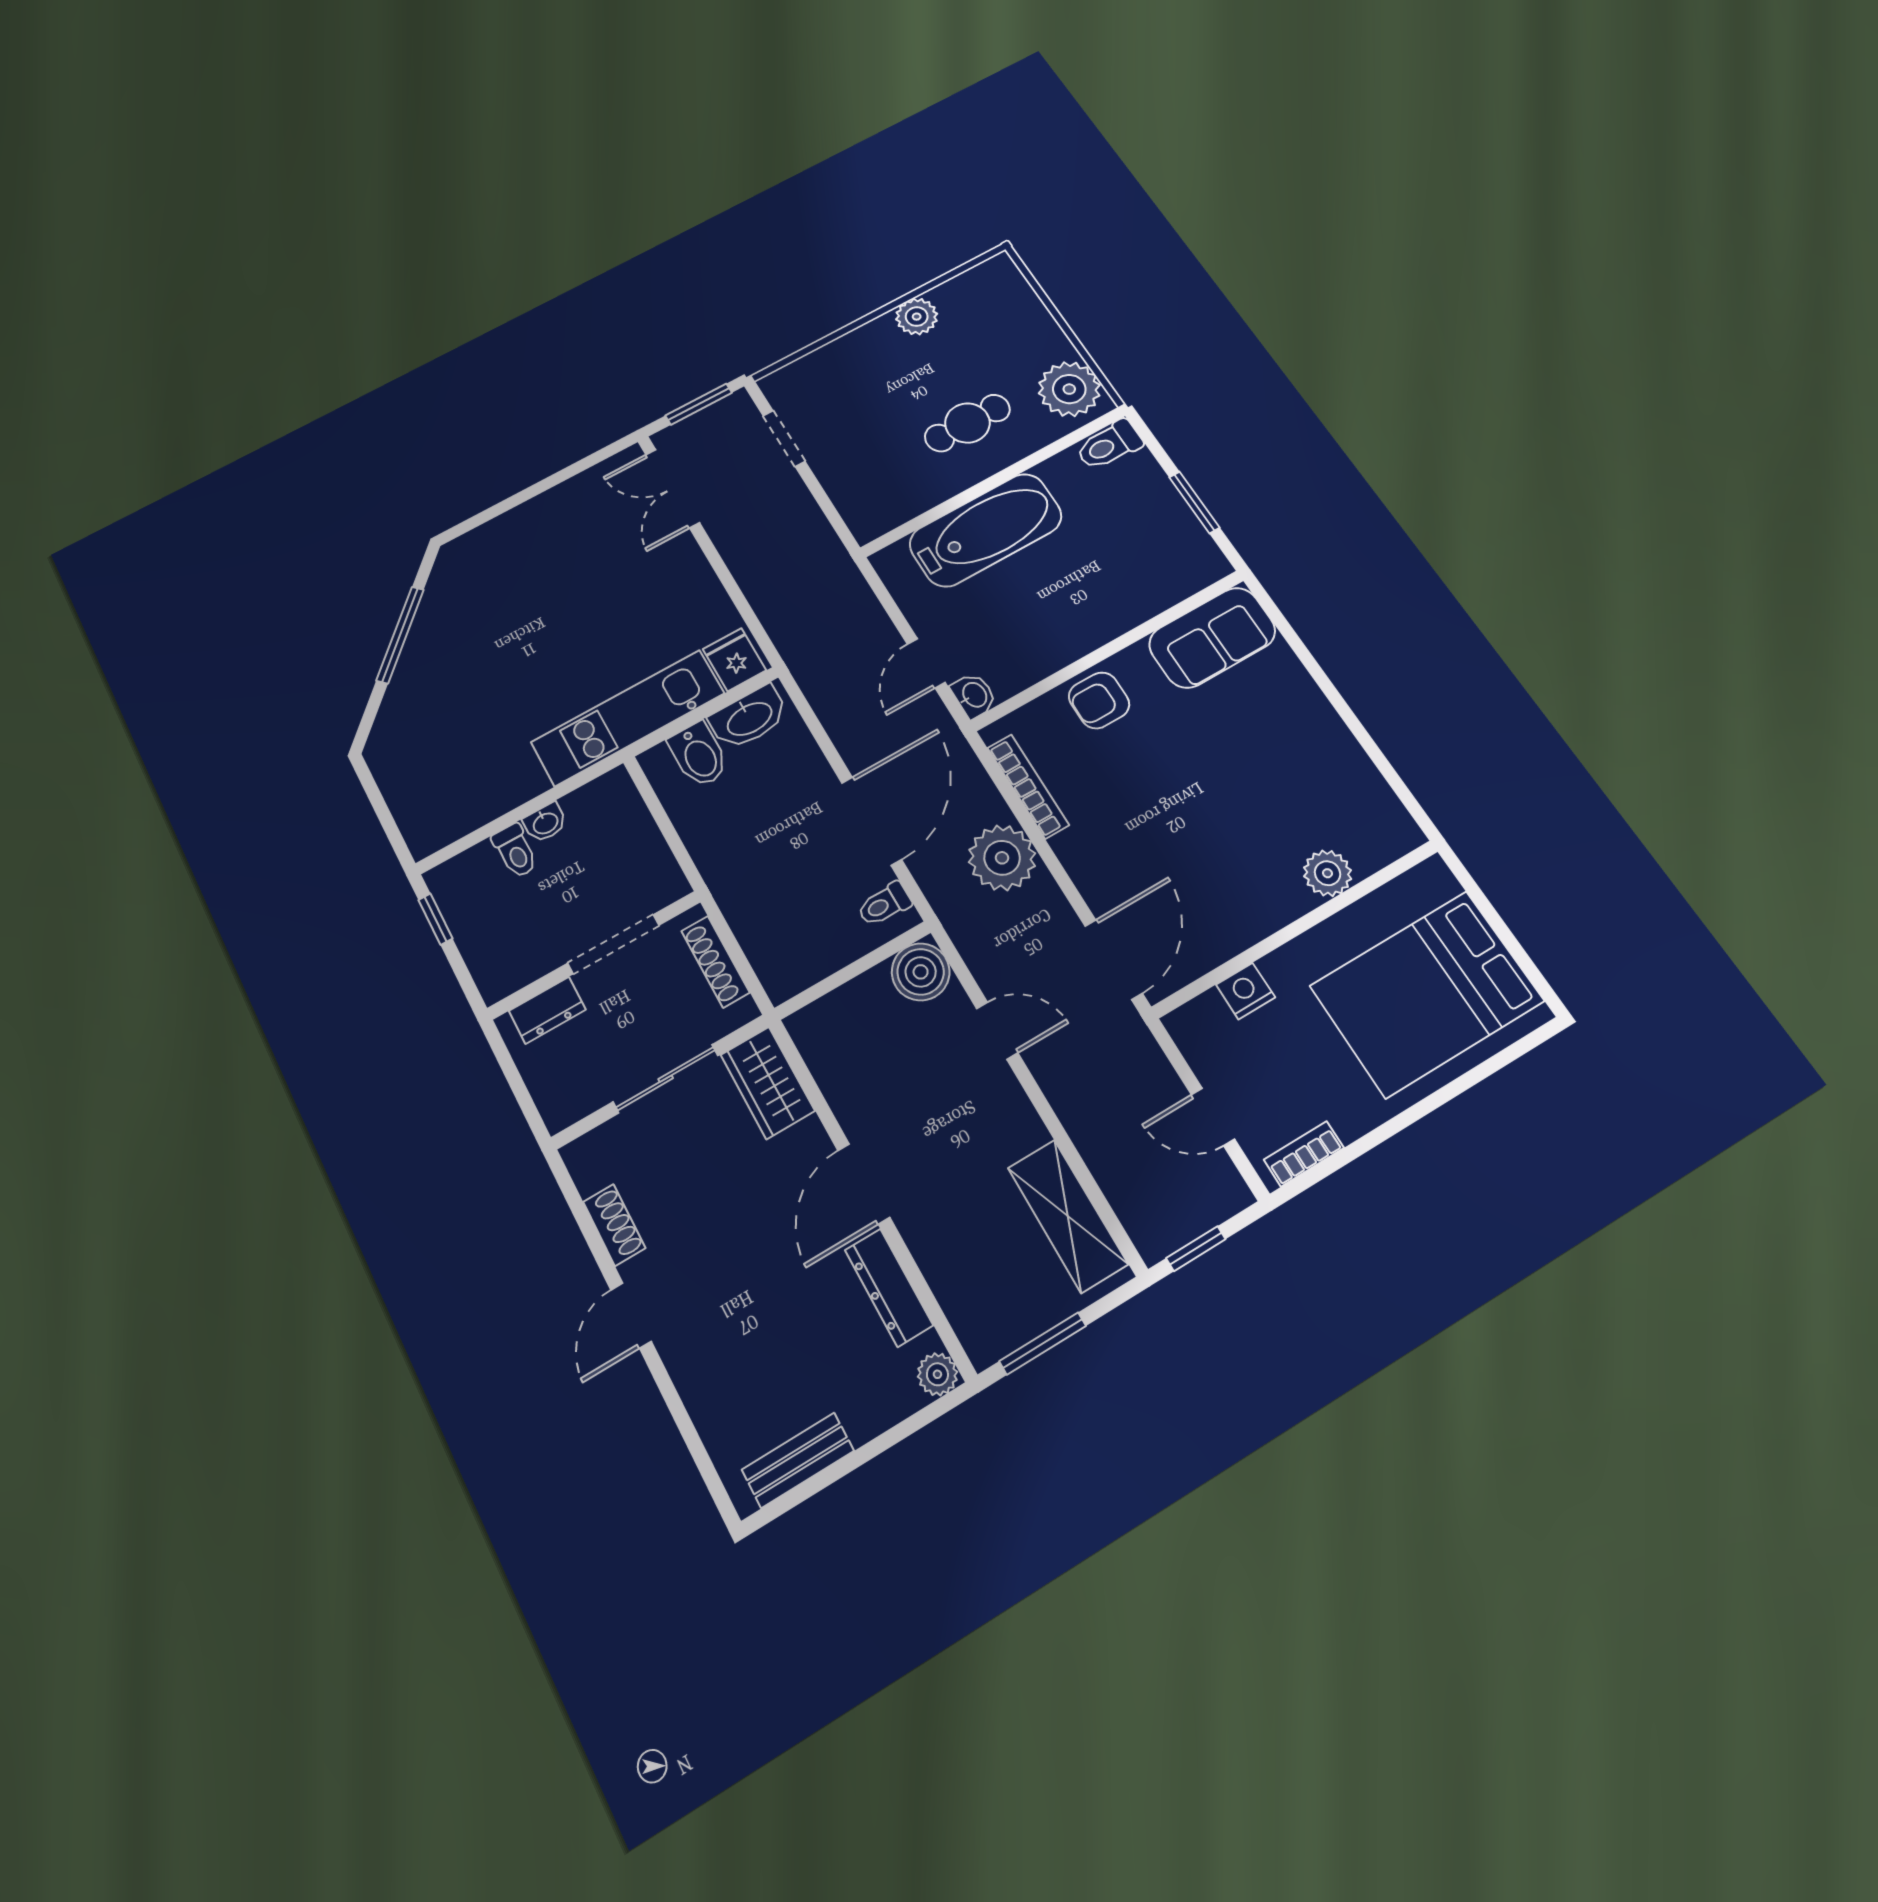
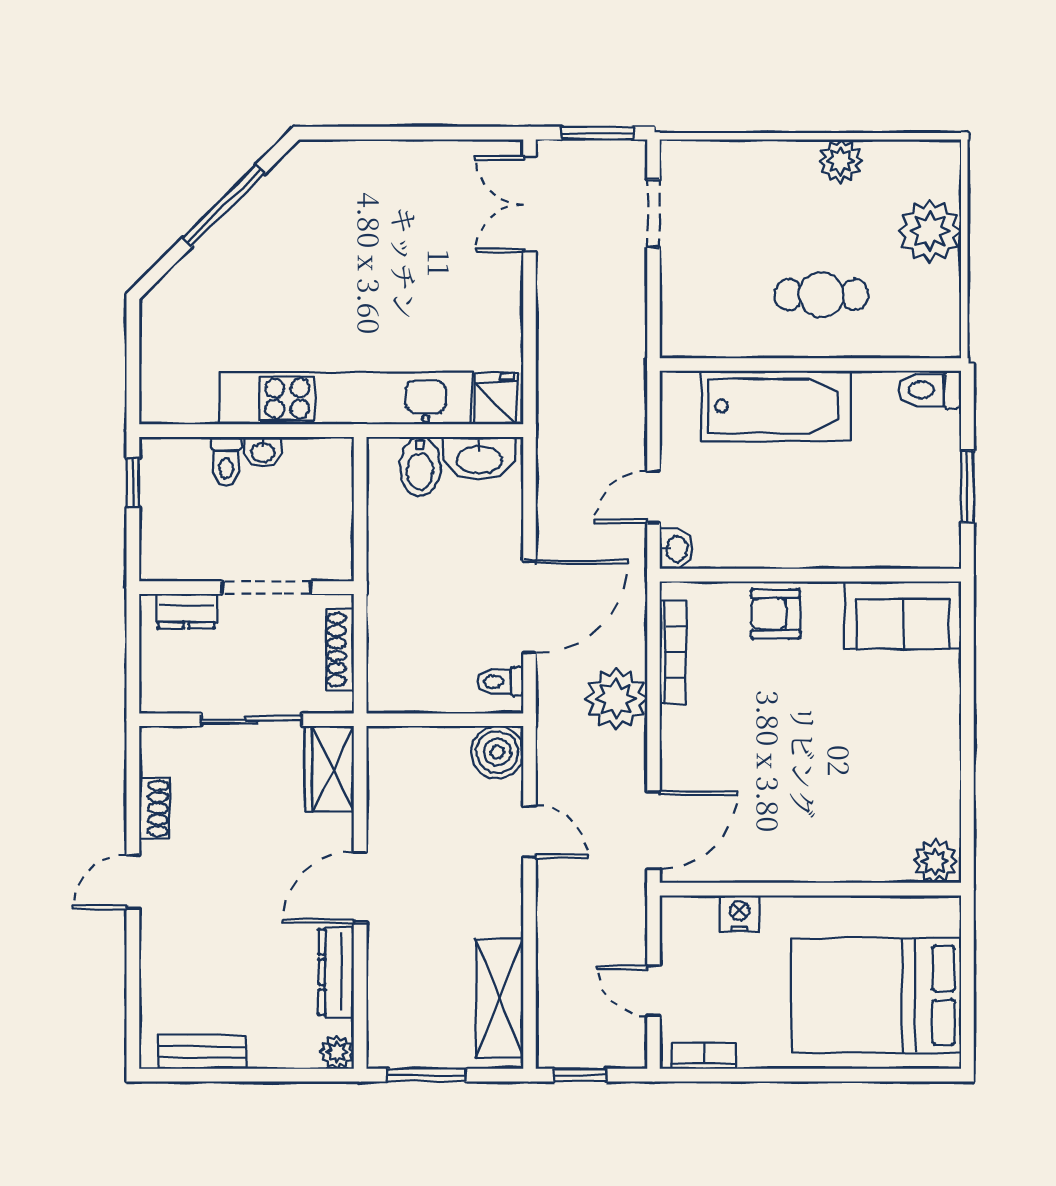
plant: (1069, 389) -> (930, 231), moved
kitchen unit: (628, 718) -> (345, 398), width x1.36
plant: (1327, 873) -> (935, 861), moved

